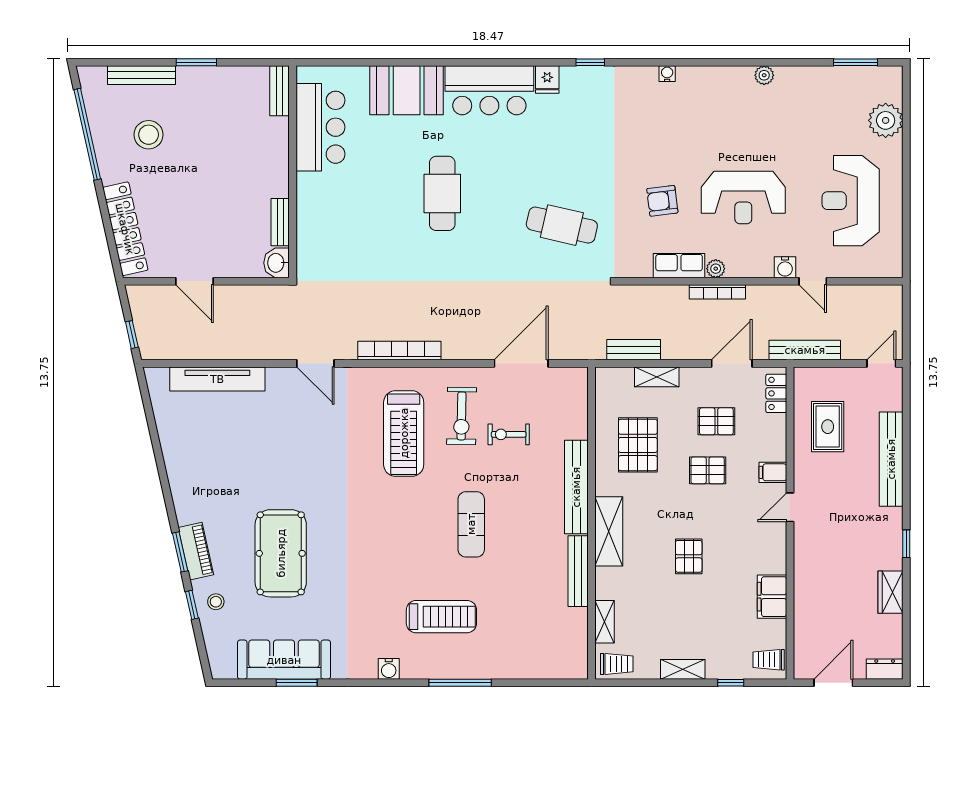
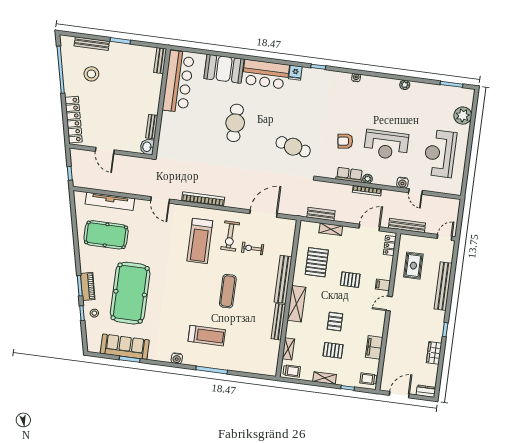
bar counter: (320, 127) -> (178, 82), width x1.36
pallet: (716, 421) -> (333, 350), moved
pool table: (219, 446) -> (106, 235), added
pool table: (281, 553) -> (130, 293), width x1.36, depth x1.32

